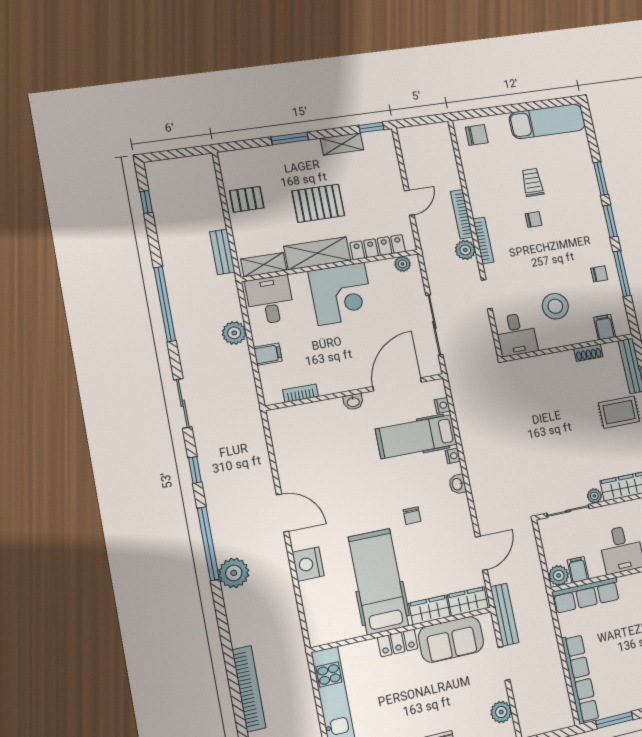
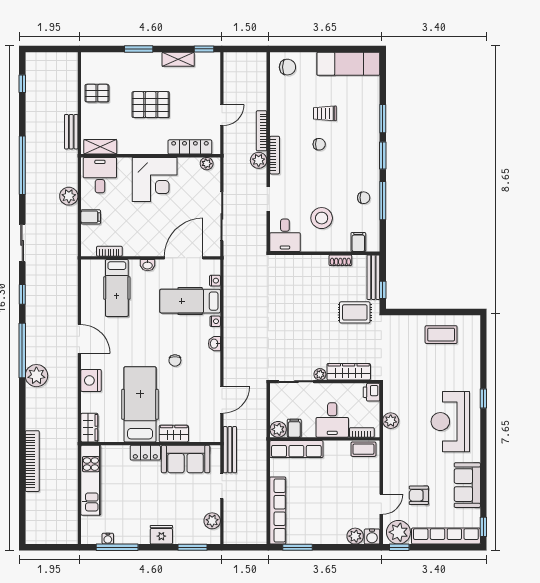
trolley: (532, 182) -> (325, 113), turned -90
shelving: (317, 253) -> (142, 144), removed
hospital bed: (319, 438) -> (117, 288), added
wardrobe: (468, 601) -> (89, 428), moved, turned 90

